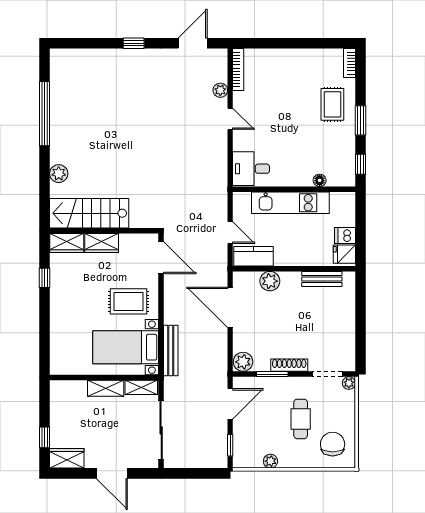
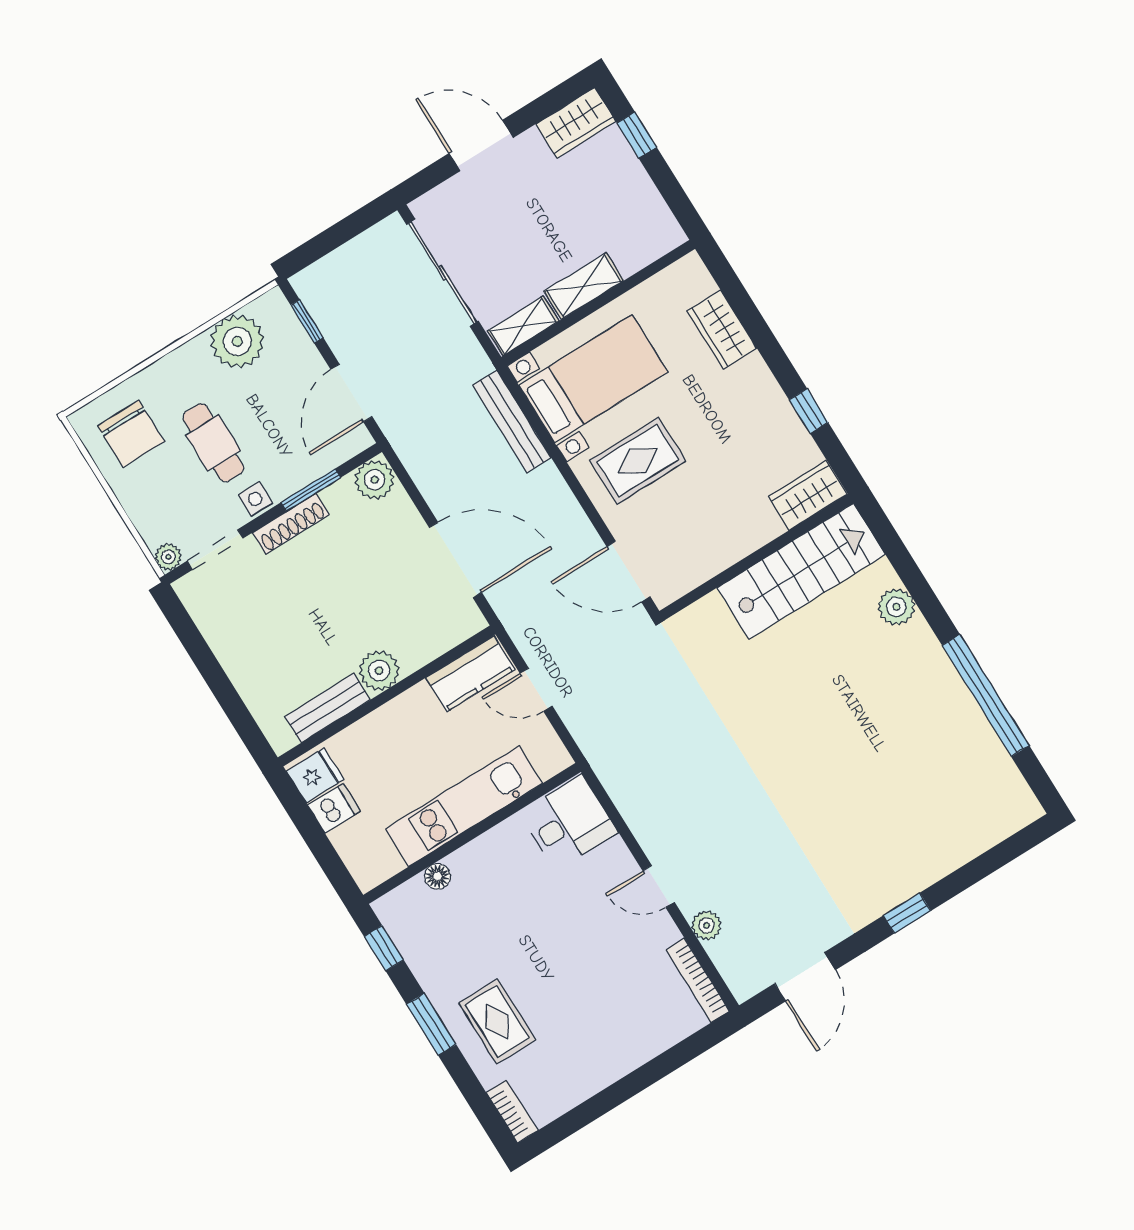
wardrobe: (102, 243) -> (722, 330), moved, turned -90
plant: (270, 281) -> (379, 671), moved
side table: (298, 385) -> (255, 499), added
plant: (270, 461) -> (237, 341), width x1.88, depth x1.88

